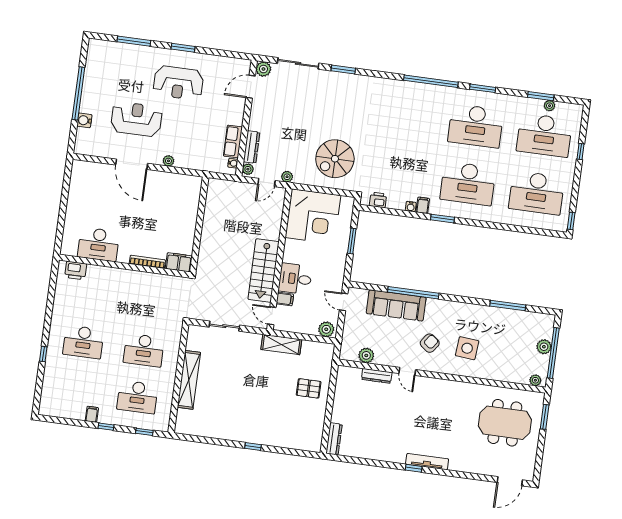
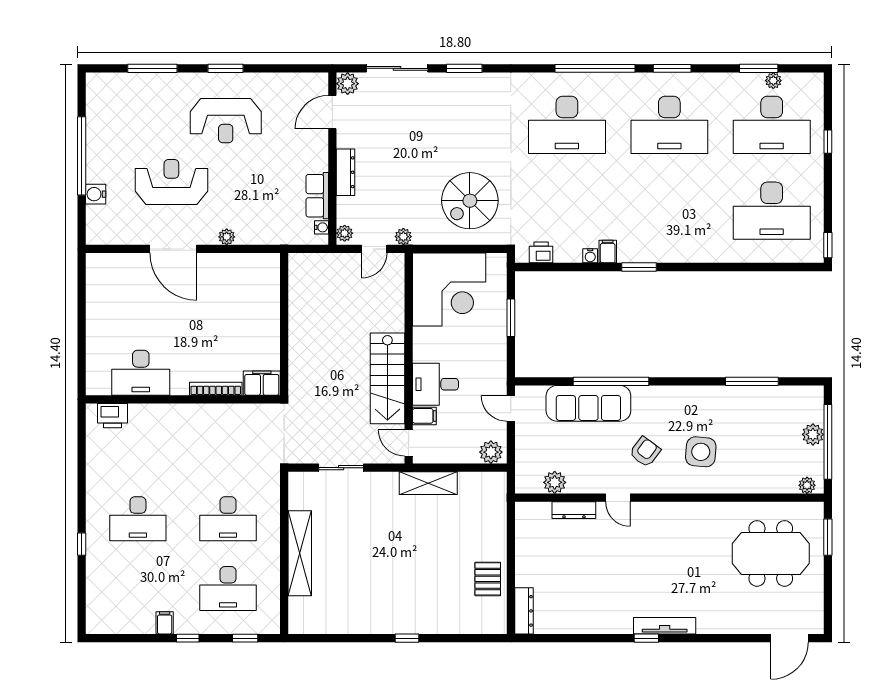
dresser: (252, 147) -> (346, 172), moved
desk: (468, 183) -> (567, 125), moved
pallet: (309, 388) -> (488, 579), moved, turned 90

